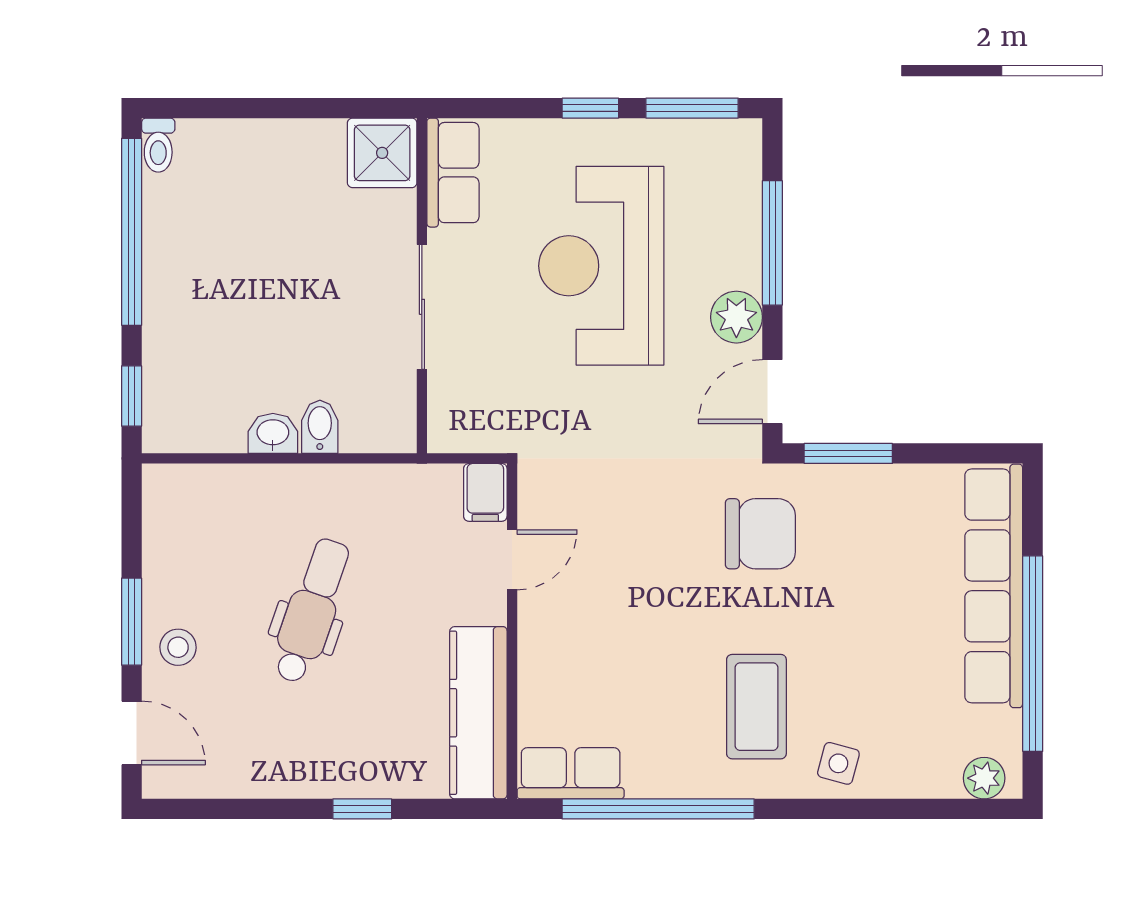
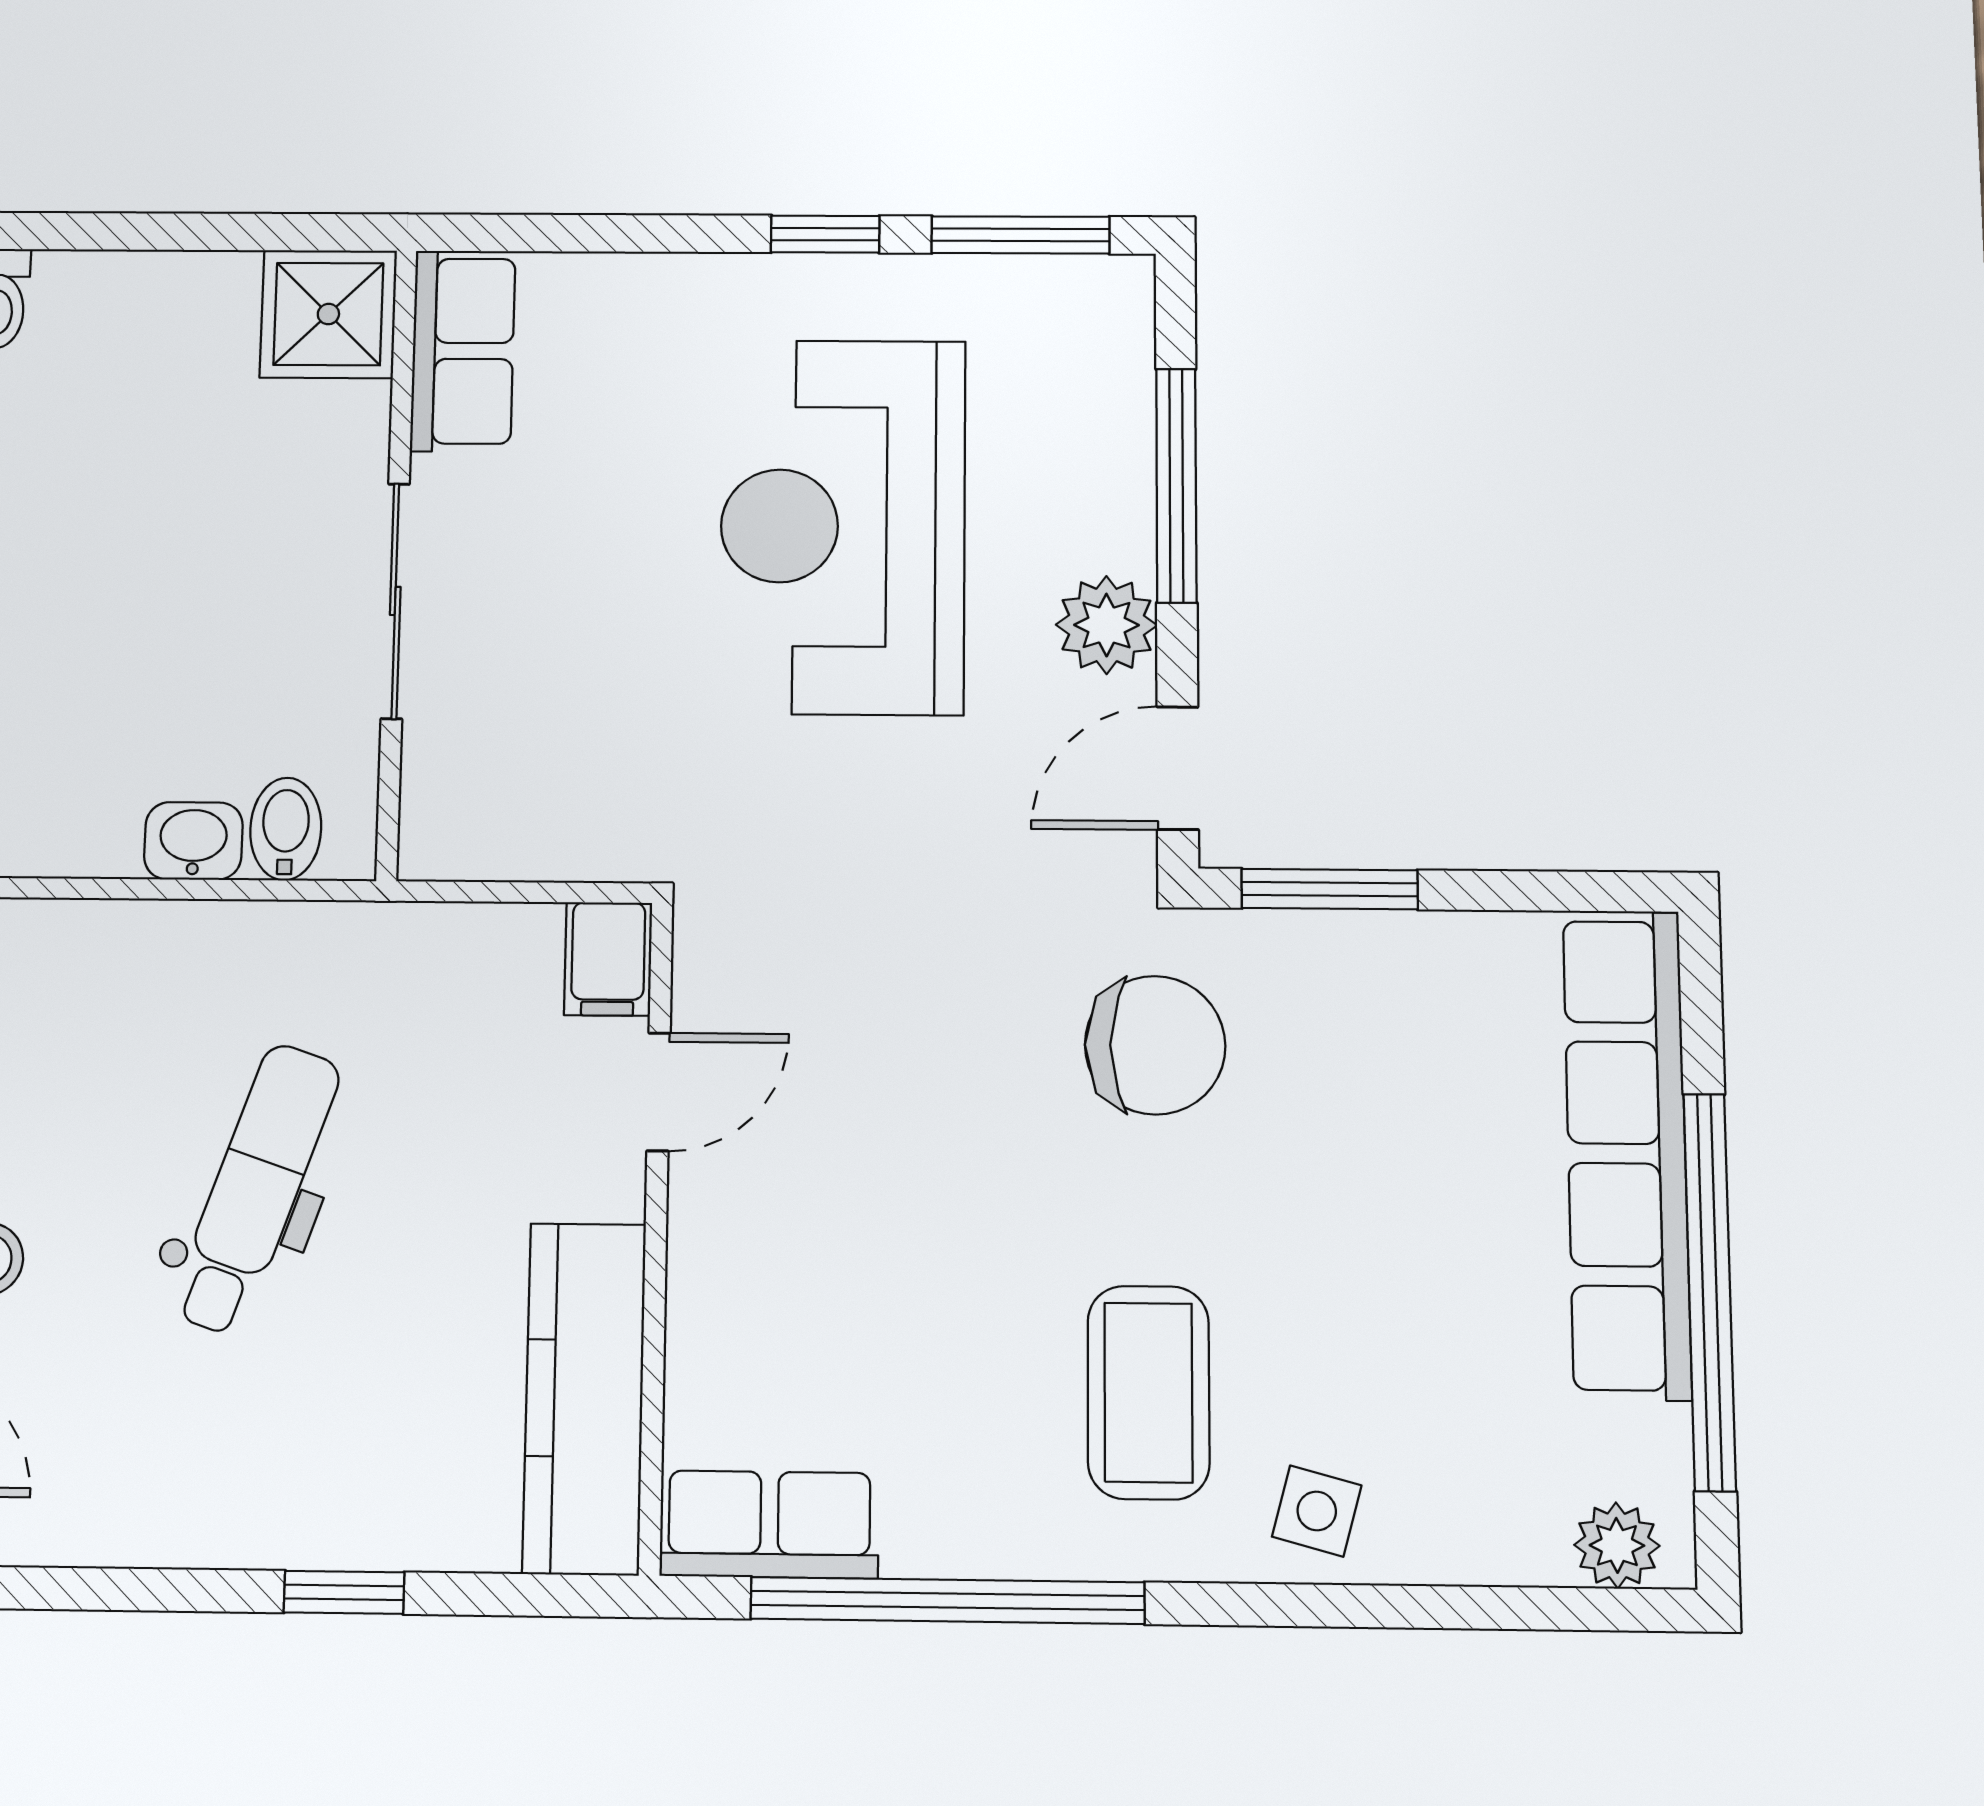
shower: (382, 153) -> (328, 314), moved
row of seats: (453, 173) -> (463, 351), moved
wall: (422, 286) -> (397, 561), moved
sliding door: (422, 307) -> (395, 601), moved

